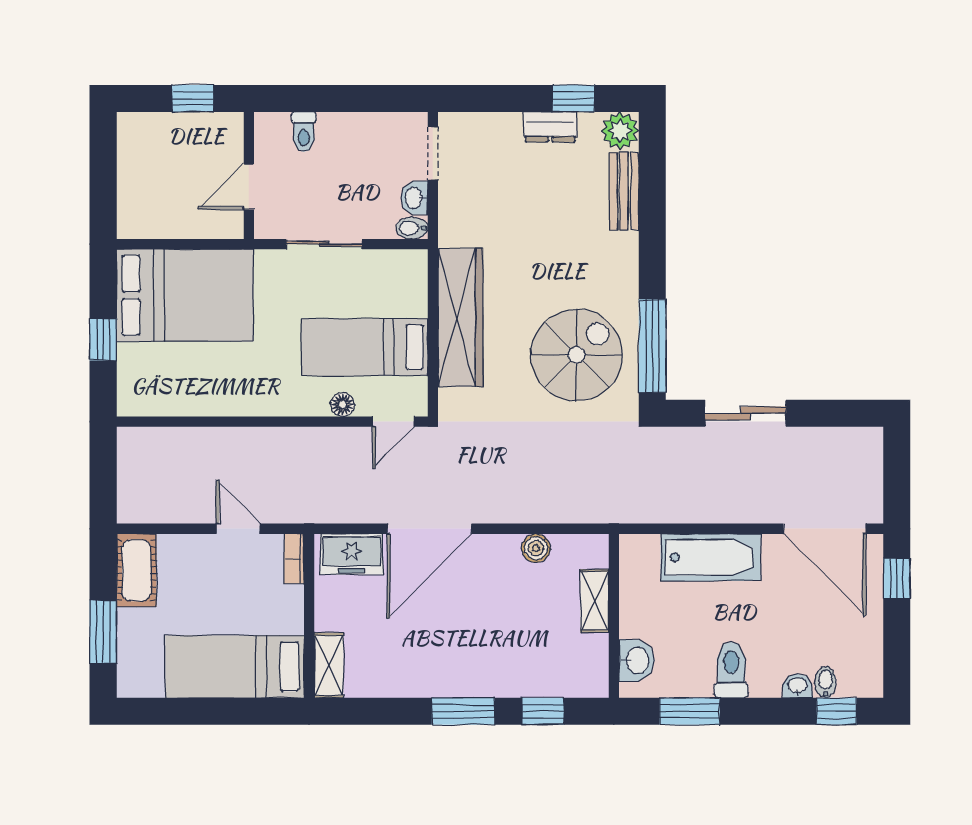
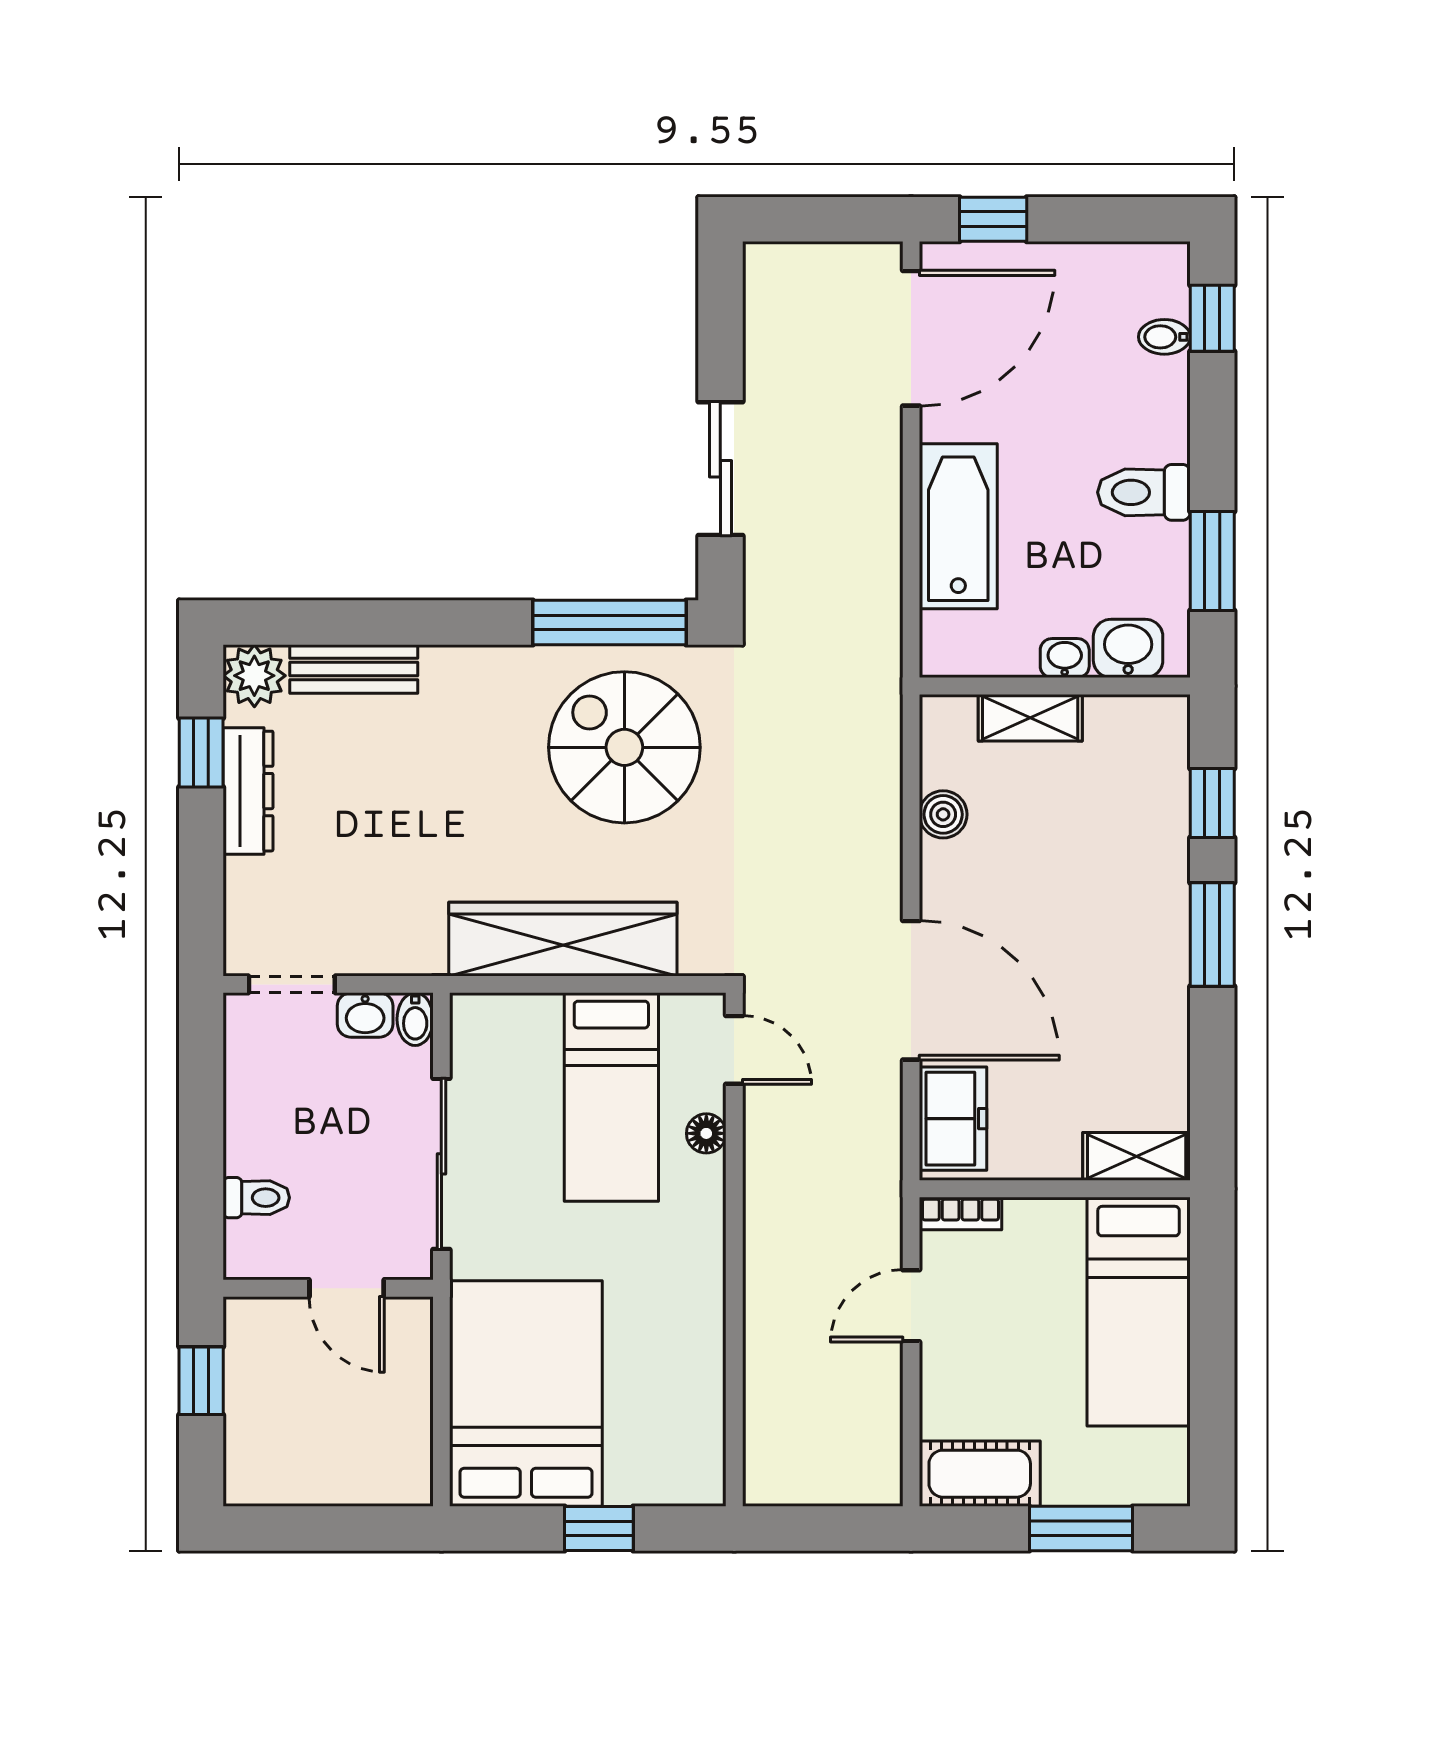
dresser: (550, 127) -> (248, 791), width x1.44
sliding door: (324, 244) -> (441, 1164), width x1.37
washbasin: (797, 686) -> (1065, 658), moved, turned 90

